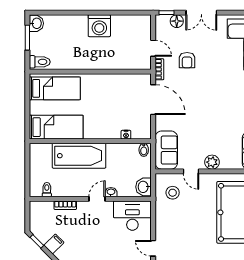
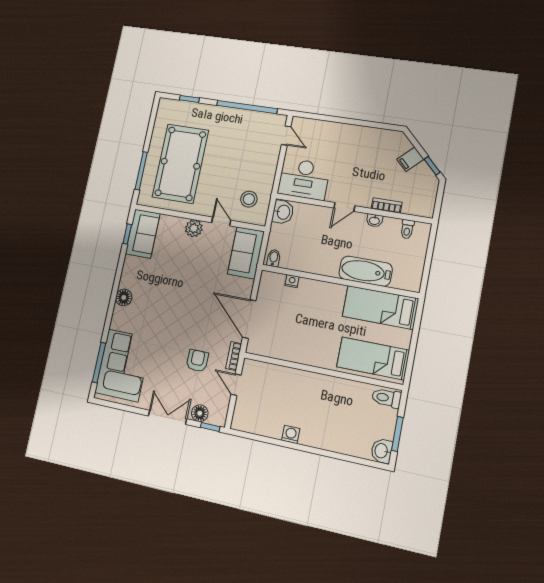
washing machine: (99, 26) -> (291, 434), width x0.53, depth x0.53
bathtub: (79, 156) -> (366, 271), width x0.73, depth x0.73
washbasin: (111, 192) -> (374, 220), moved

